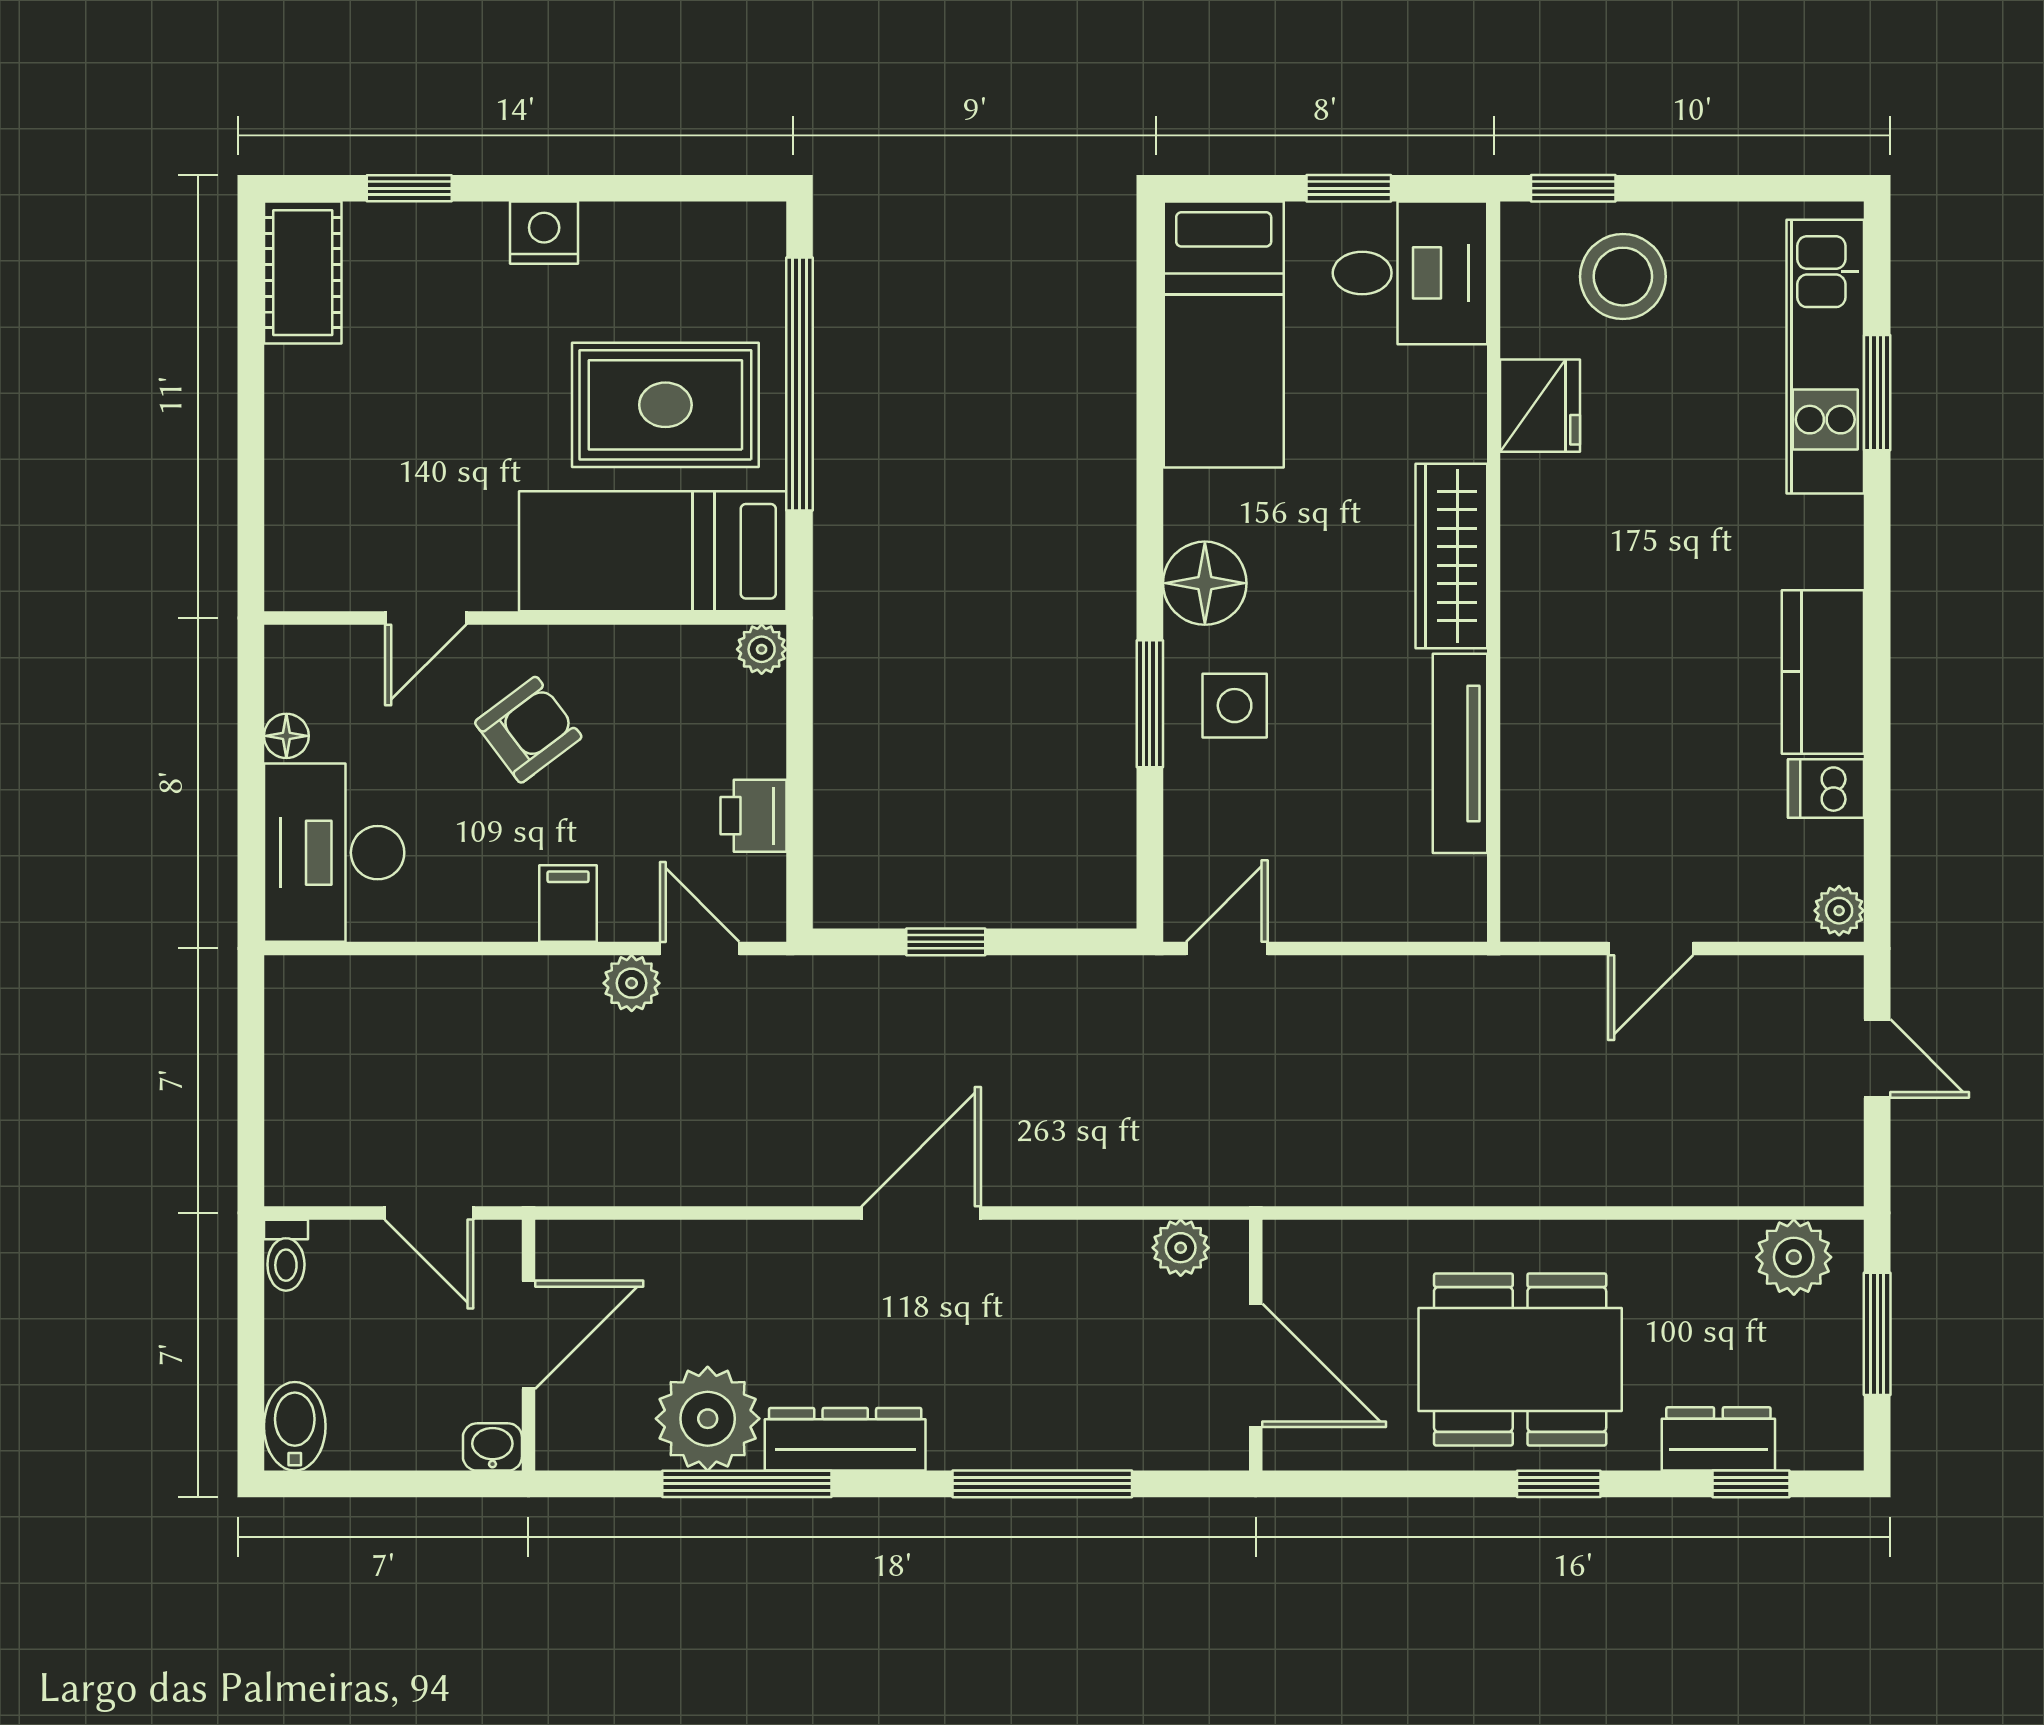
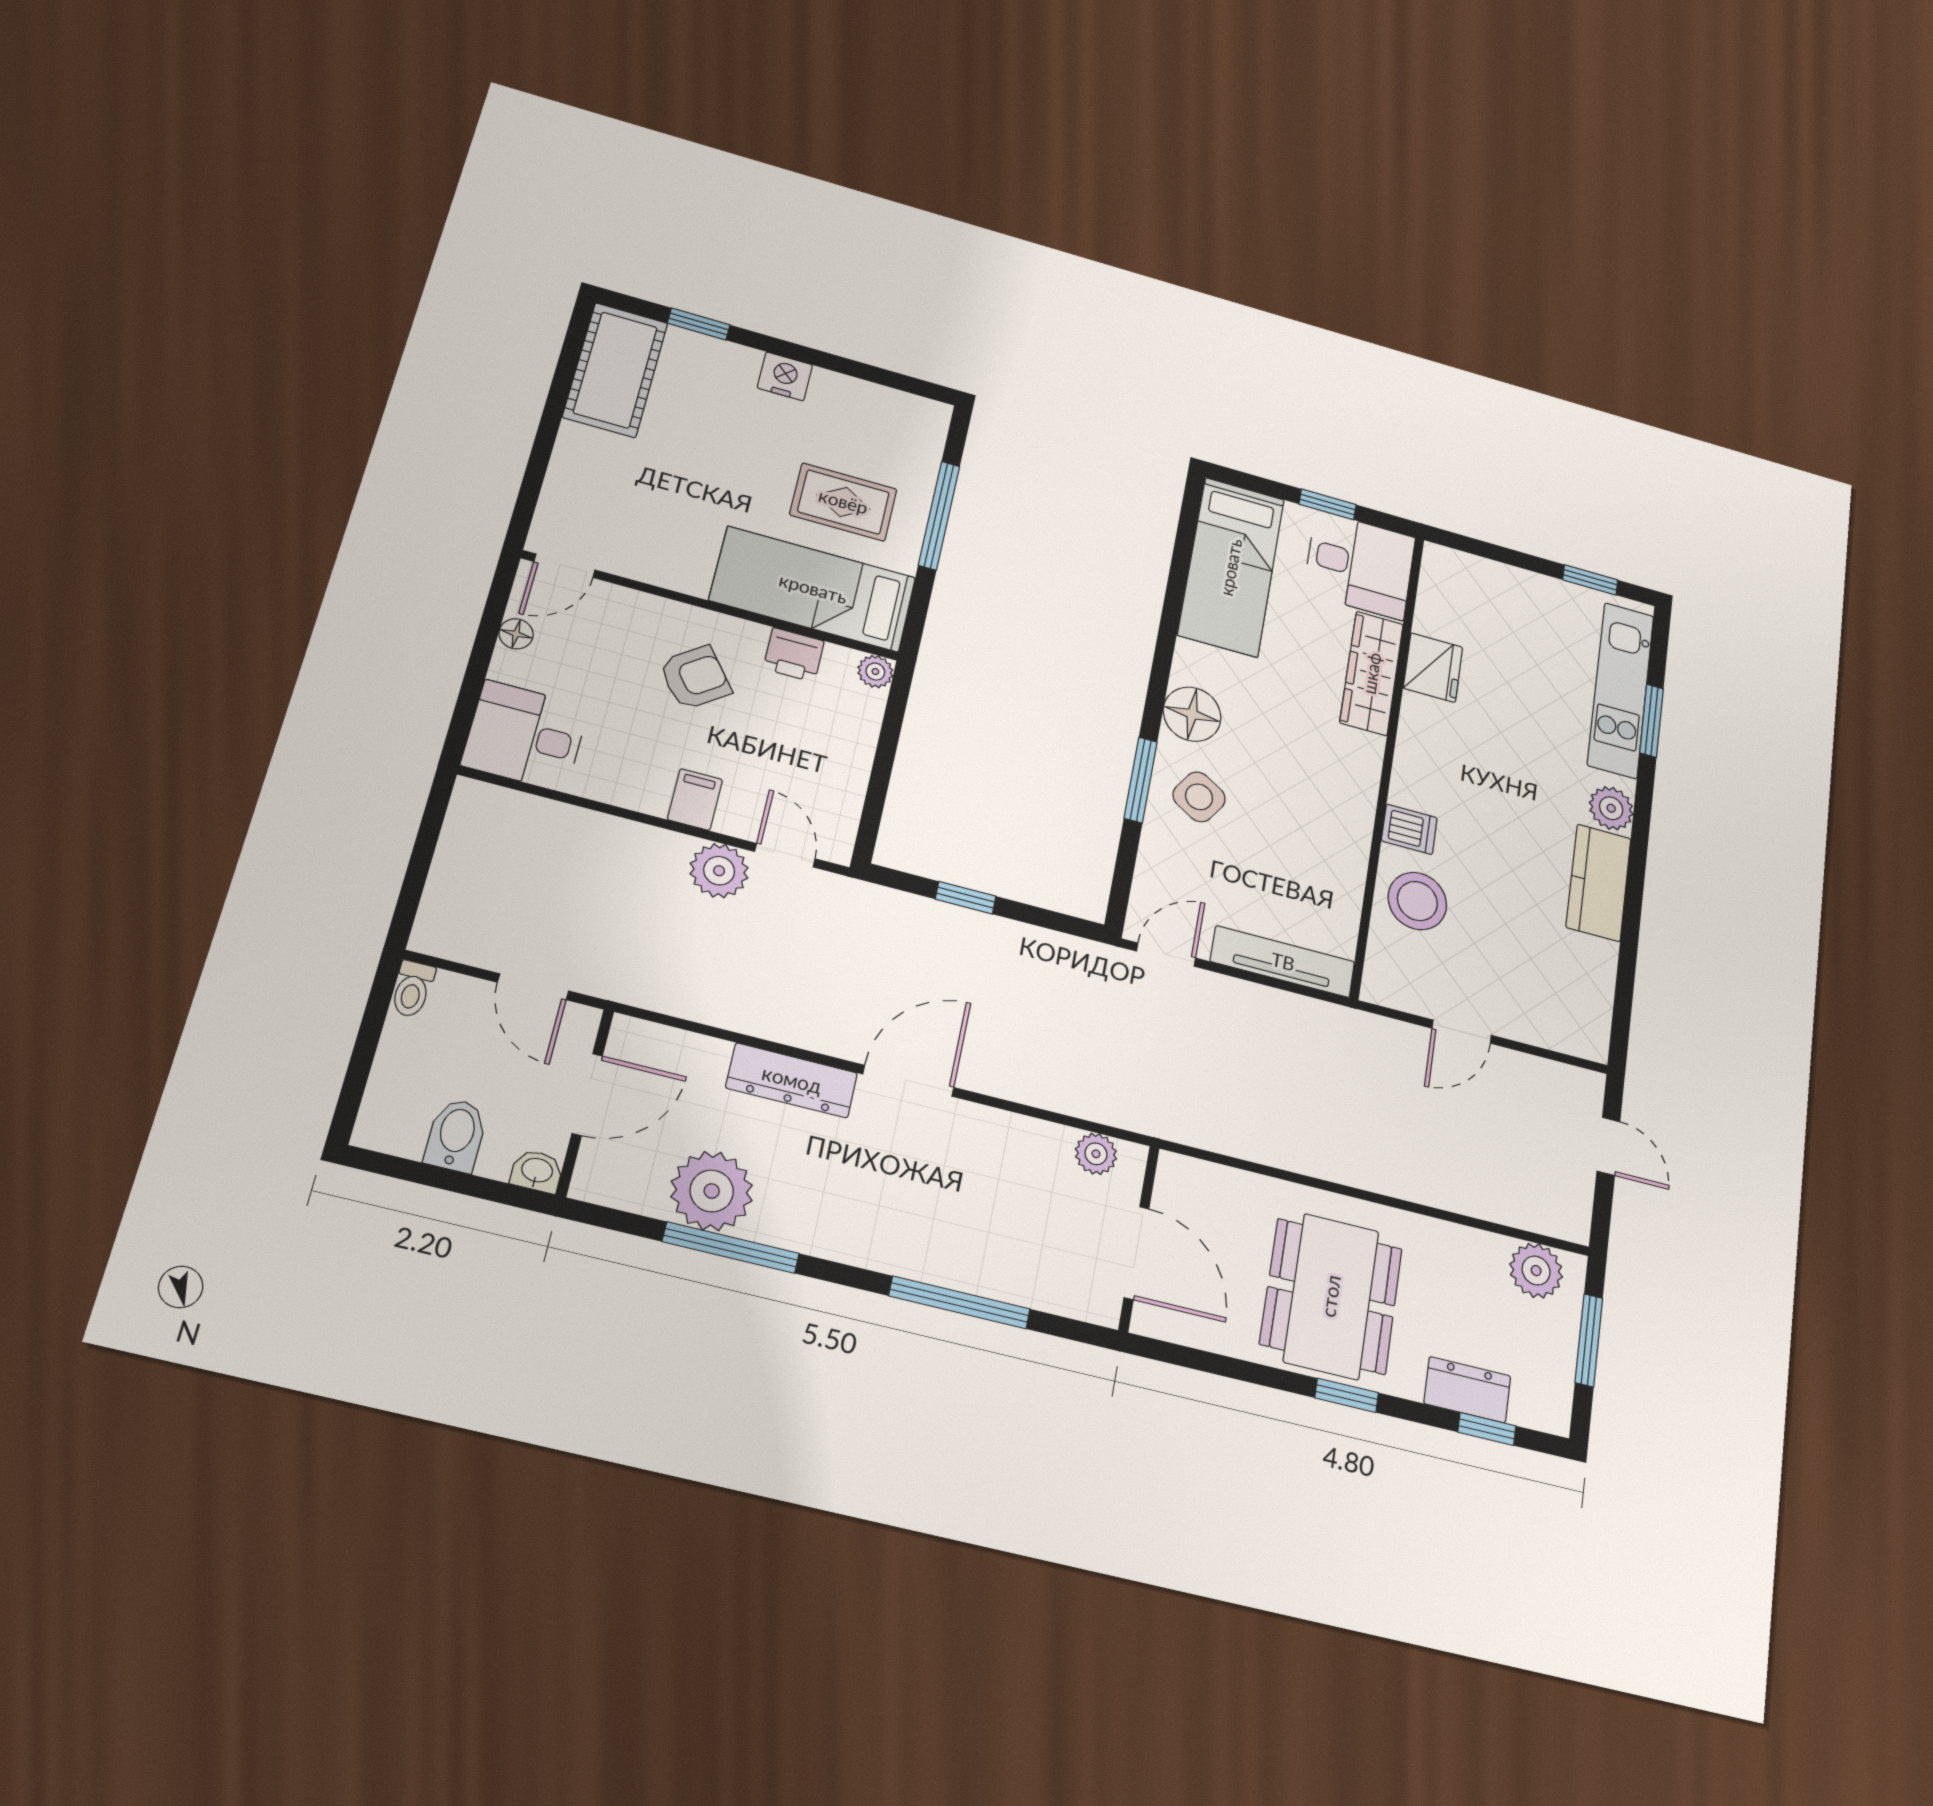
window: (1573, 188) -> (1590, 580), moved
cot: (303, 273) -> (615, 370), width x1.37, depth x1.34
stool: (1623, 277) -> (1417, 901), moved
window: (800, 384) -> (939, 515), width x0.68
rug: (665, 405) -> (843, 502), width x0.73, depth x0.70
wardrobe: (1451, 556) -> (1372, 673), moved
door: (426, 618) -> (564, 566), moved
side table: (1235, 706) -> (1199, 797), turned 32
tv unit: (1460, 753) -> (1283, 962), moved, turned 90
dishwasher: (1826, 788) -> (1409, 829), moved, turned 180
printer: (754, 816) -> (794, 655), moved, turned -90
desk: (334, 853) -> (525, 736), width x0.73
plant: (1839, 911) -> (1611, 808), moved, width x1.38, depth x1.38
plant: (632, 983) -> (719, 871), width x1.38, depth x1.38
dining table: (1520, 1359) -> (1331, 1296), turned 90
bidet: (295, 1426) -> (456, 1135), moved
dresser: (845, 1439) -> (792, 1080), moved, turned 180

